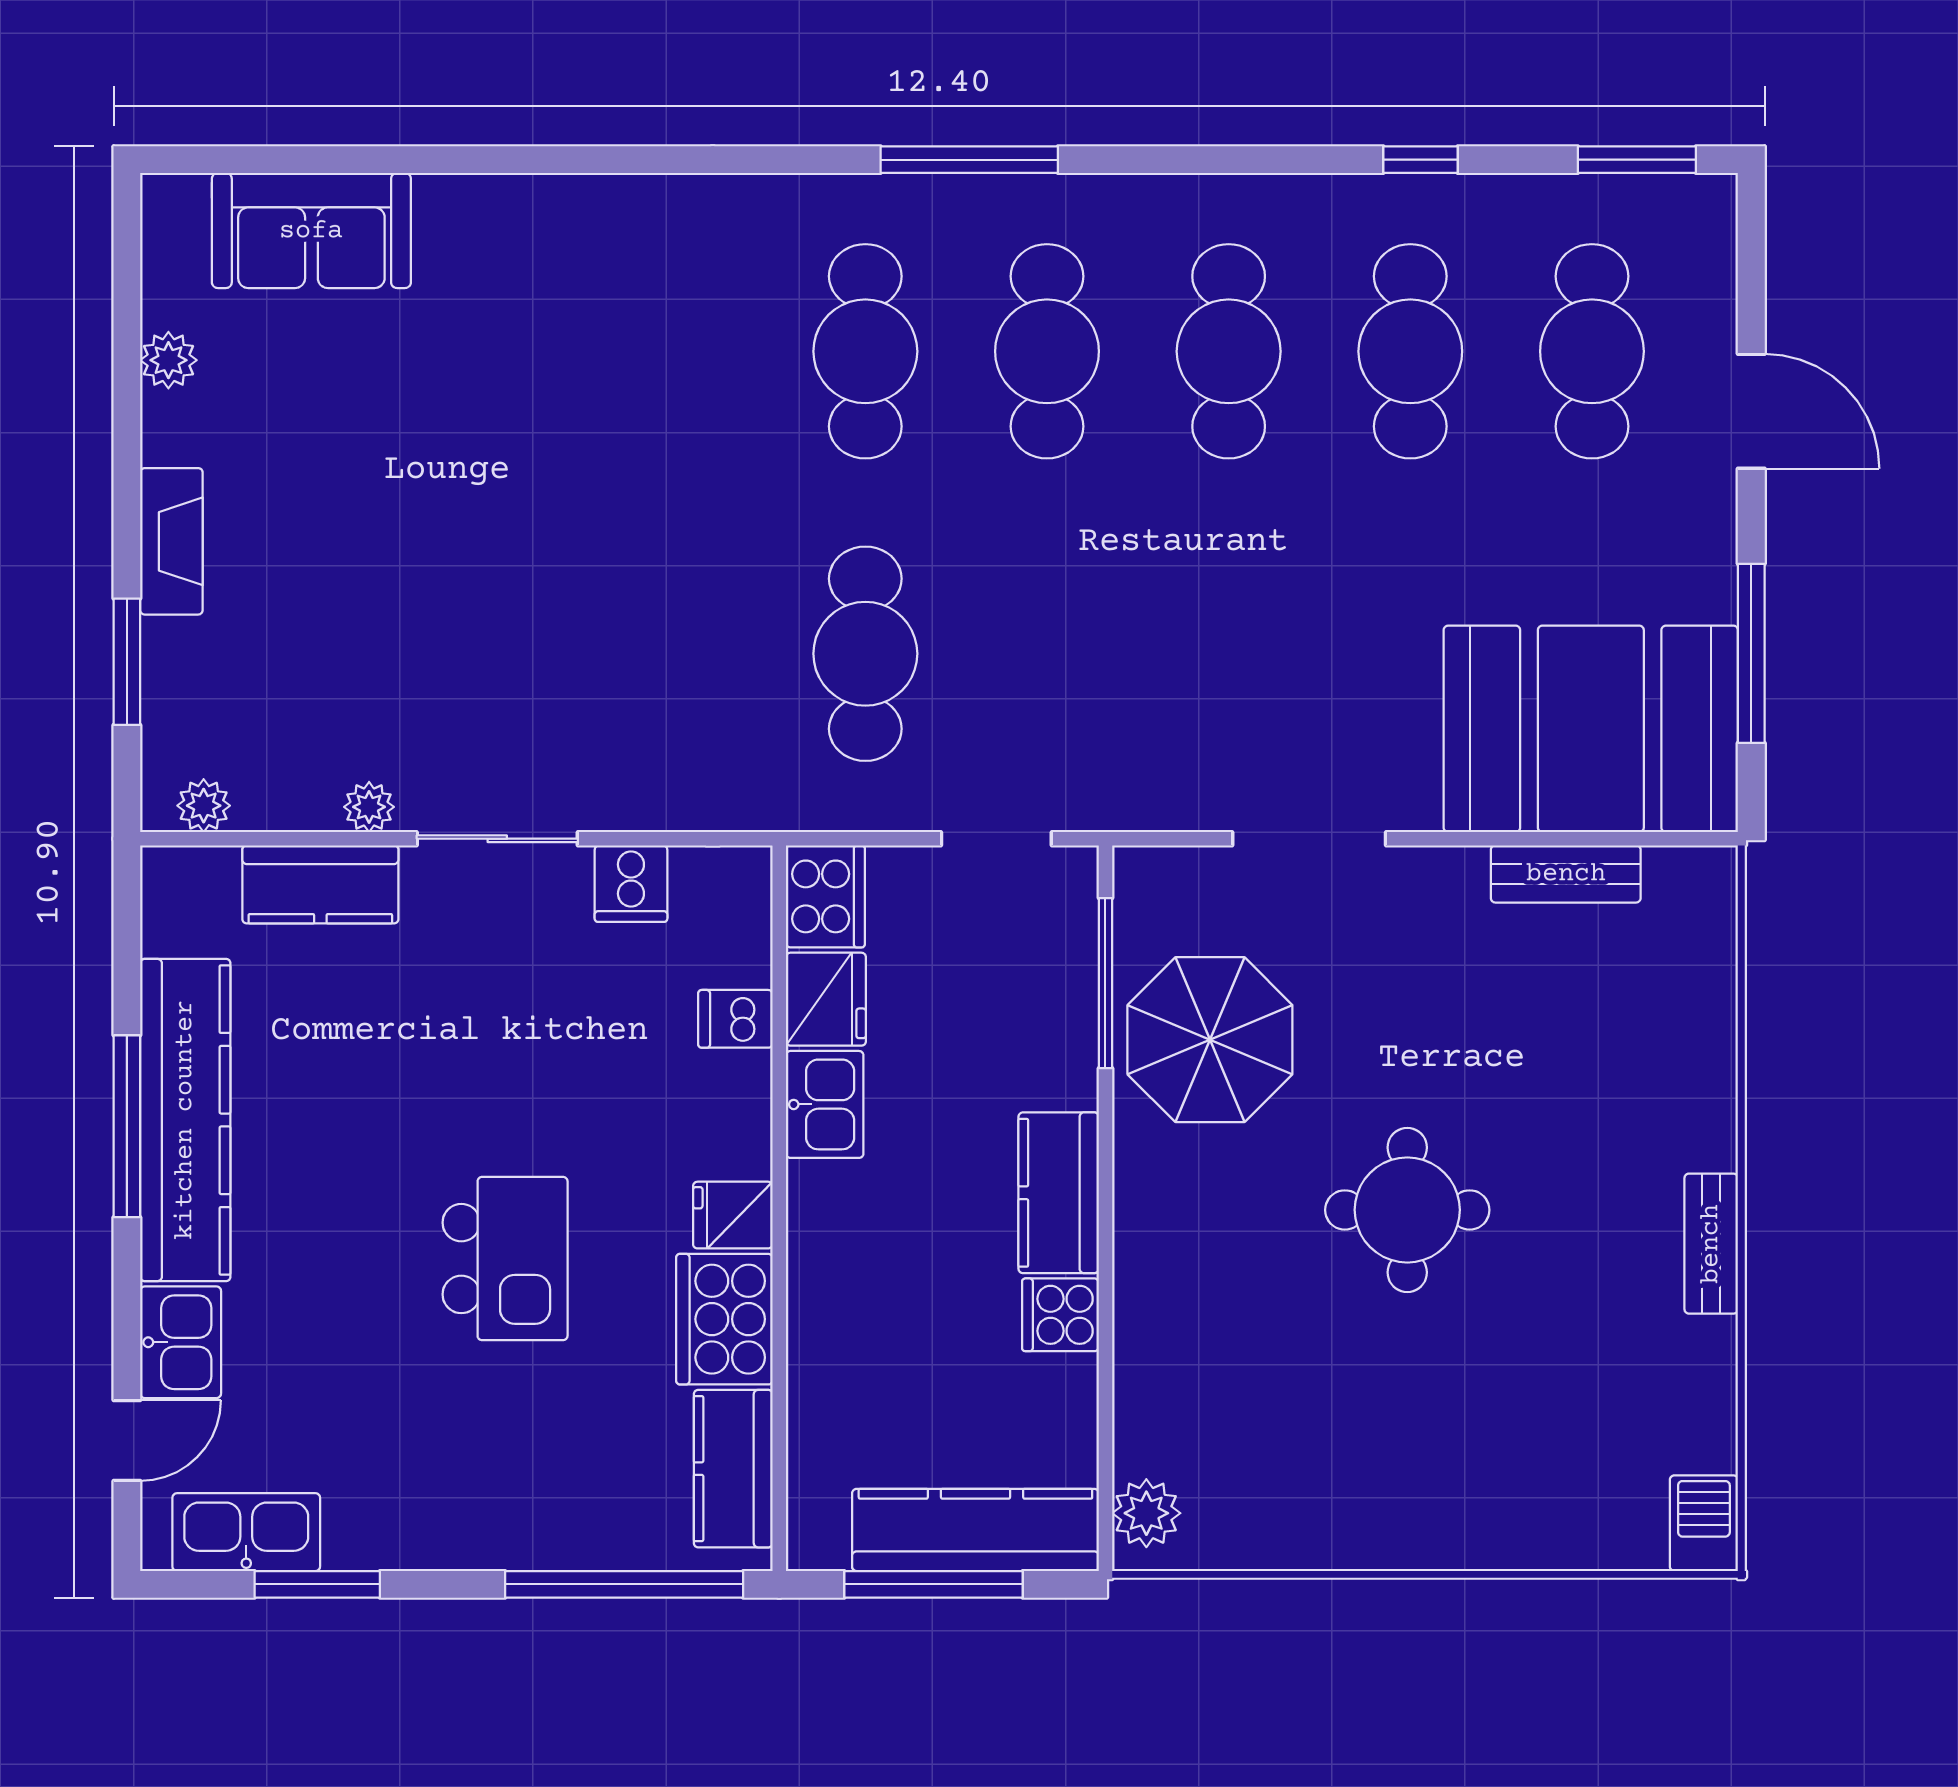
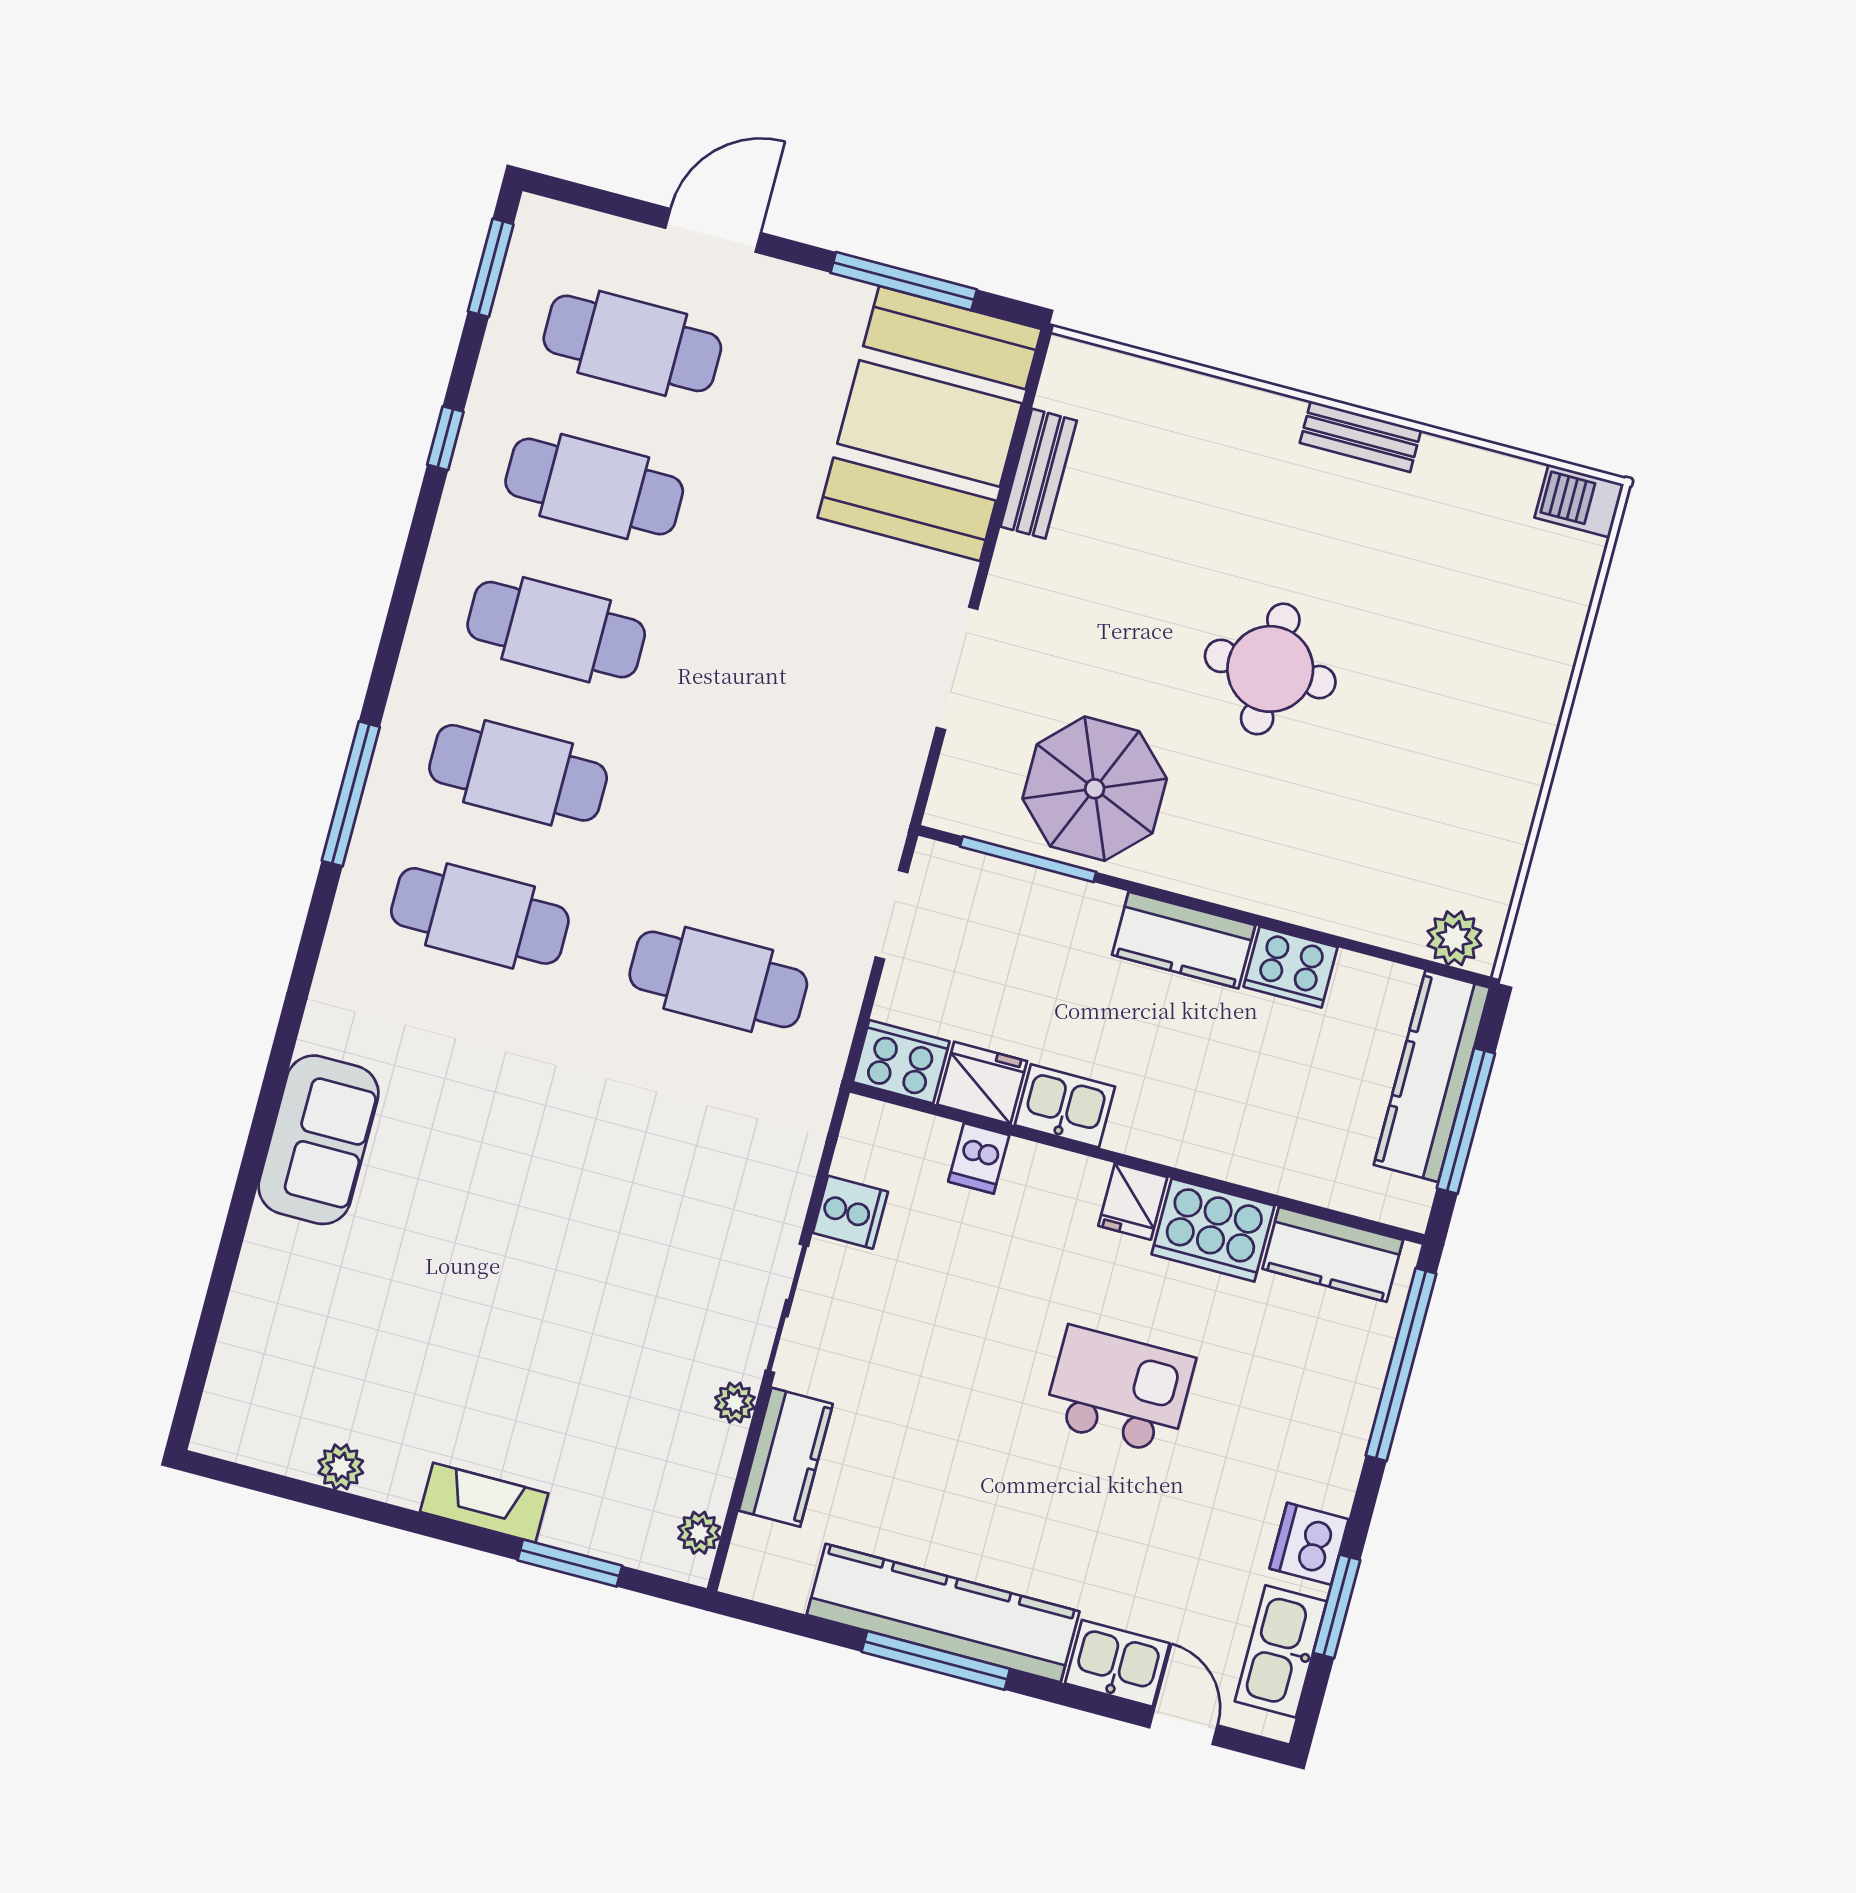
sofa: (311, 231) -> (318, 1140), moved
cooker: (1060, 1315) -> (1291, 967), width x1.36
dishwasher: (383, 1532) -> (1309, 1544), added

